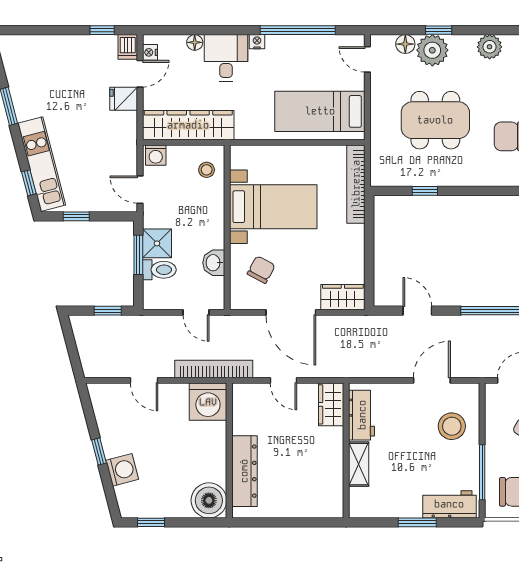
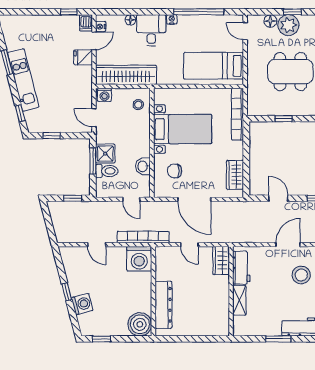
kitchen unit: (42, 164) -> (23, 80), moved
chair: (261, 270) -> (175, 171), turned -118
wardrobe: (343, 297) -> (235, 175), moved, turned -90

